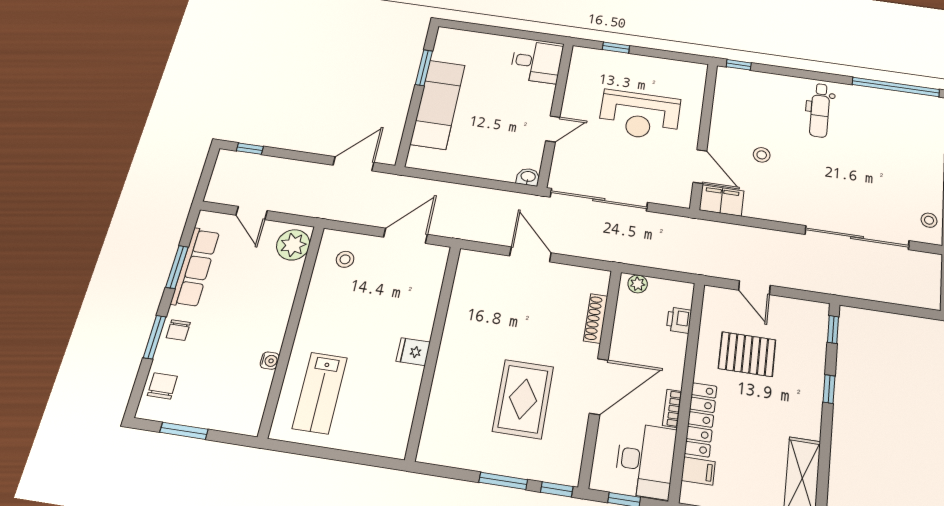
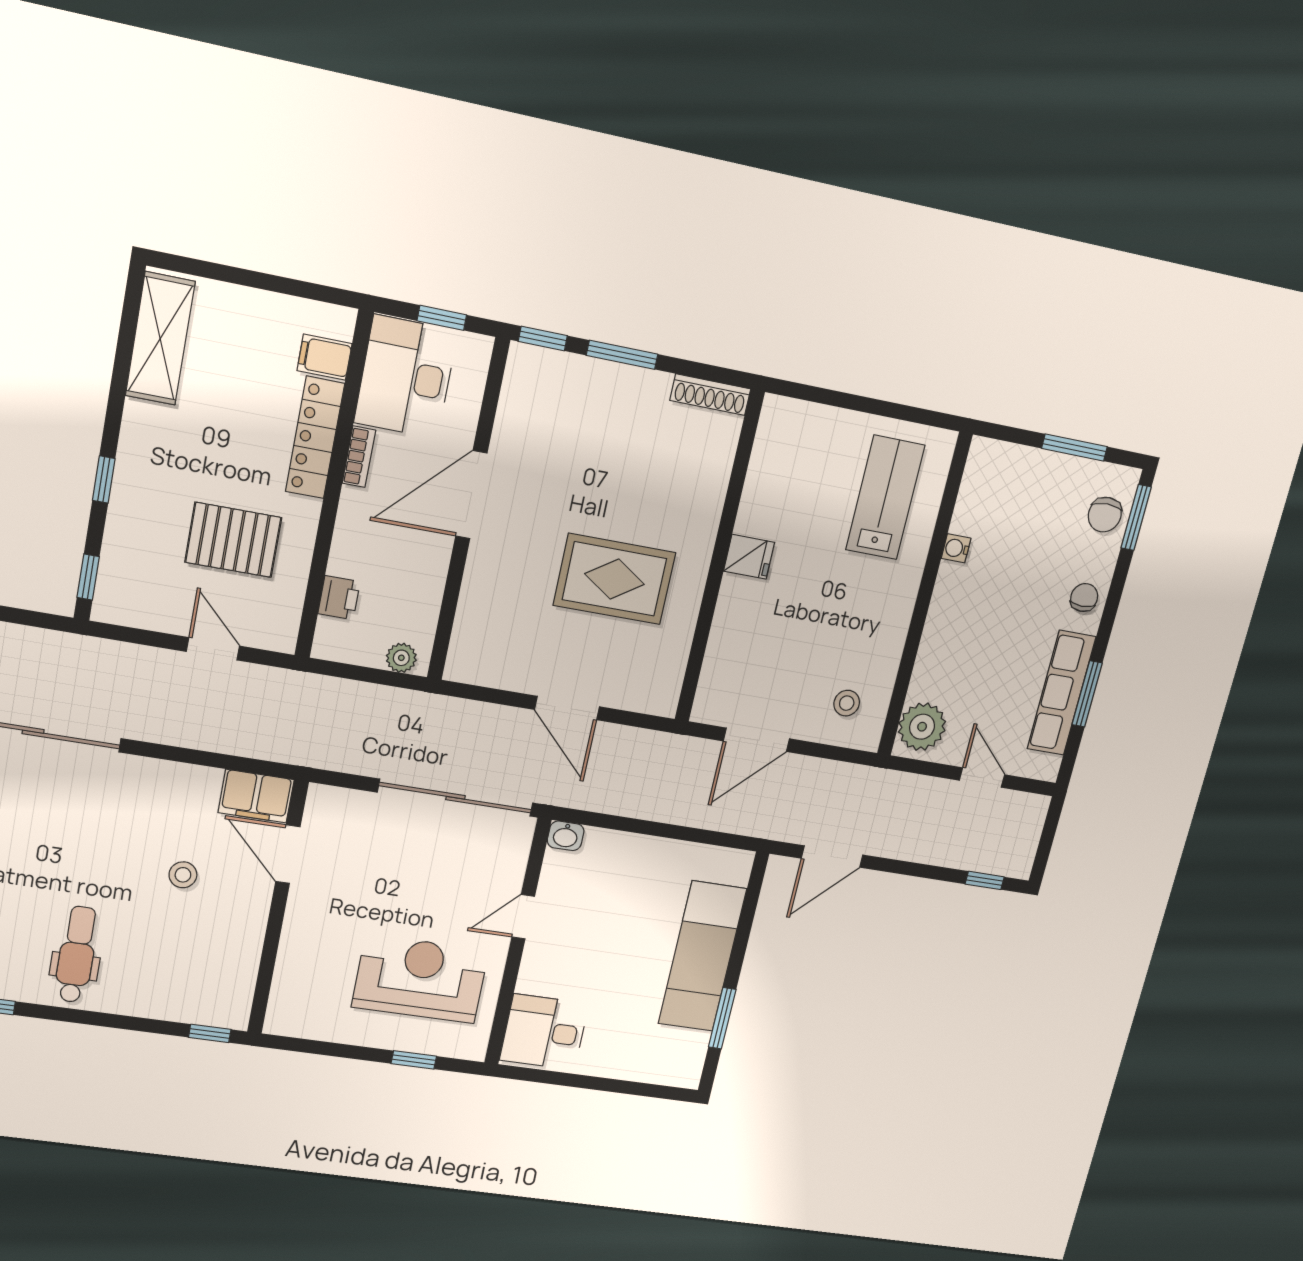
reception desk: (639, 115) -> (420, 979), moved
shoe rack: (596, 318) -> (710, 395), moved, turned 90
window: (155, 337) -> (1136, 517), moved
rug: (523, 399) -> (614, 579), moved, turned 90

